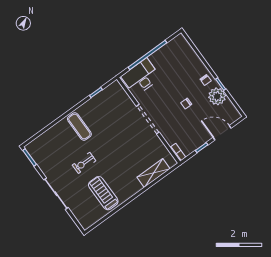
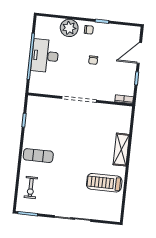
desk: (141, 77) -> (45, 56), moved
plant: (217, 96) -> (69, 28), moved
exercise bike: (84, 163) -> (31, 187), moved
shelving: (154, 173) -> (121, 150), moved

